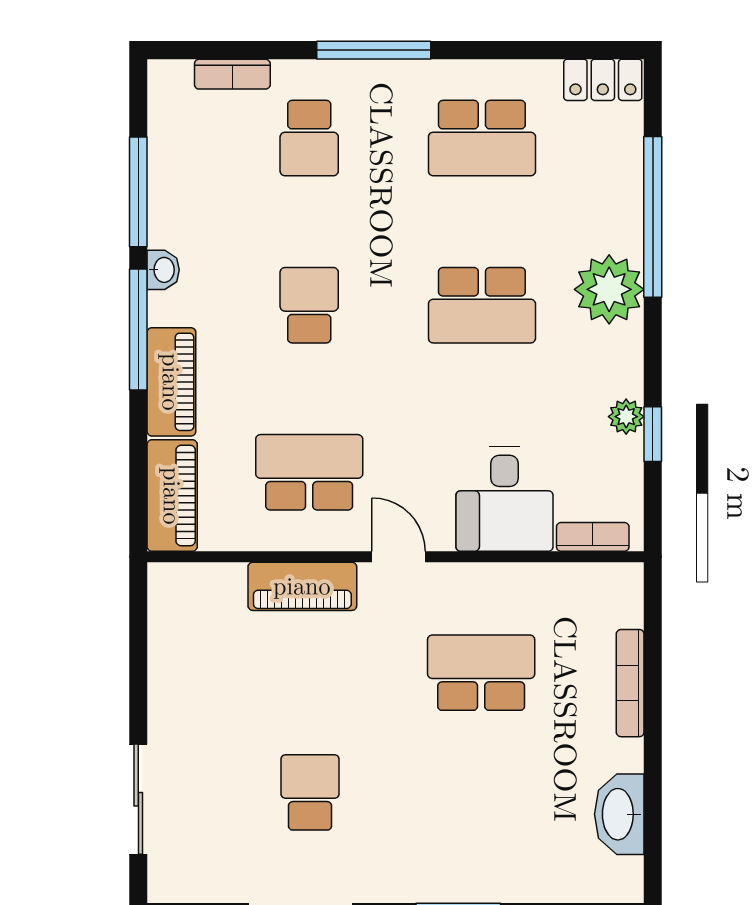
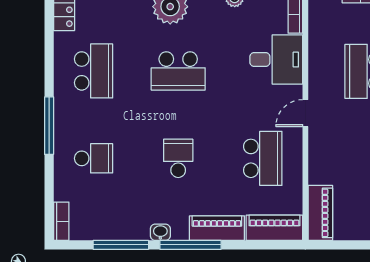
bookcase: (232, 74) -> (61, 221), moved
school desk: (309, 305) -> (178, 158), turned 90
school desk: (482, 305) -> (178, 71), turned 90
school desk: (309, 472) -> (263, 158), turned 180
piano: (302, 586) -> (320, 213), moved

